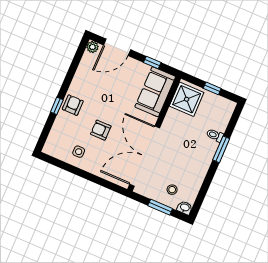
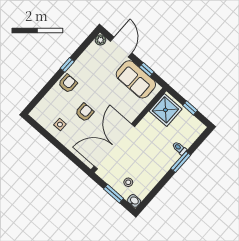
door: (117, 47) -> (121, 47), swing flipped
sofa: (155, 92) -> (136, 79), moved, turned -90
window: (57, 106) -> (67, 65), moved
armchair: (101, 130) -> (85, 112), turned 90

